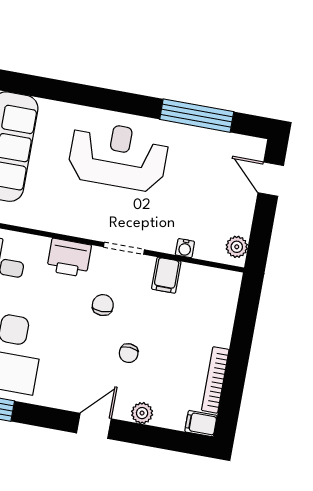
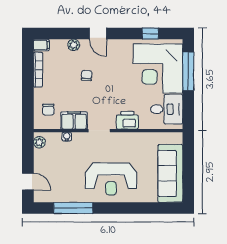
filing cabinet: (166, 275) -> (74, 120), width x2.00
chair: (103, 305) -> (48, 110), moved
door: (94, 426) -> (98, 34), hinge flipped

